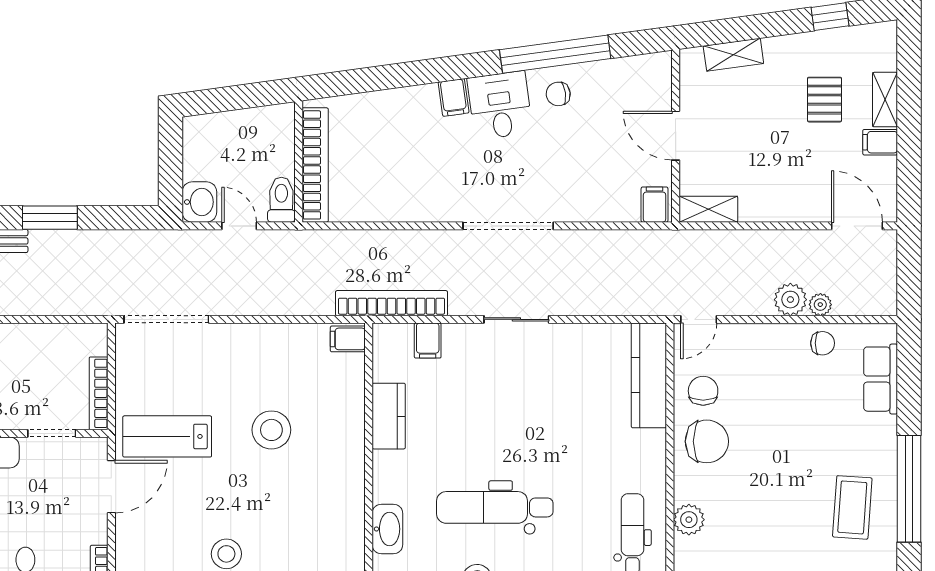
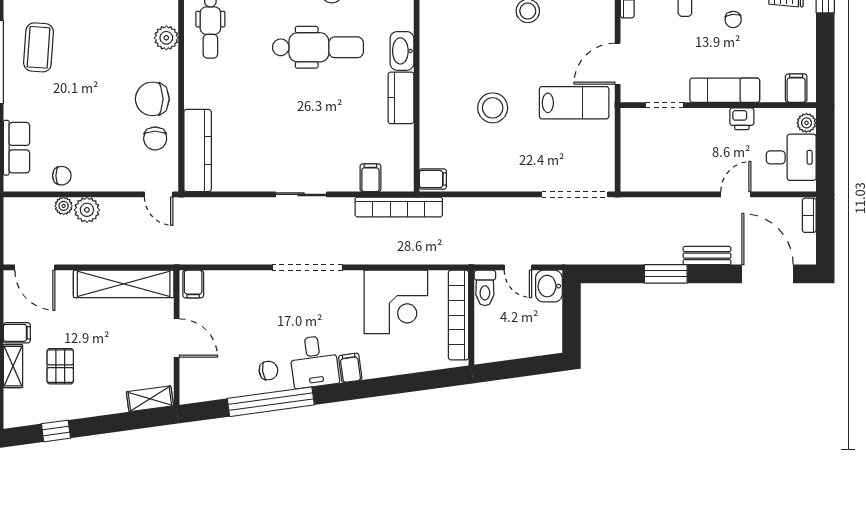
shelving: (733, 55) -> (150, 399), moved
corner desk: (395, 182) -> (396, 302), added
shelving: (708, 209) -> (124, 284), width x2.20, depth x1.33
door: (699, 319) -> (159, 194), swing flipped
chair: (823, 343) -> (62, 176), turned 180
bookcase: (99, 393) -> (628, 137), removed
kitchen counter: (389, 416) -> (401, 98), moved
washbasin: (387, 529) -> (402, 51), moved

